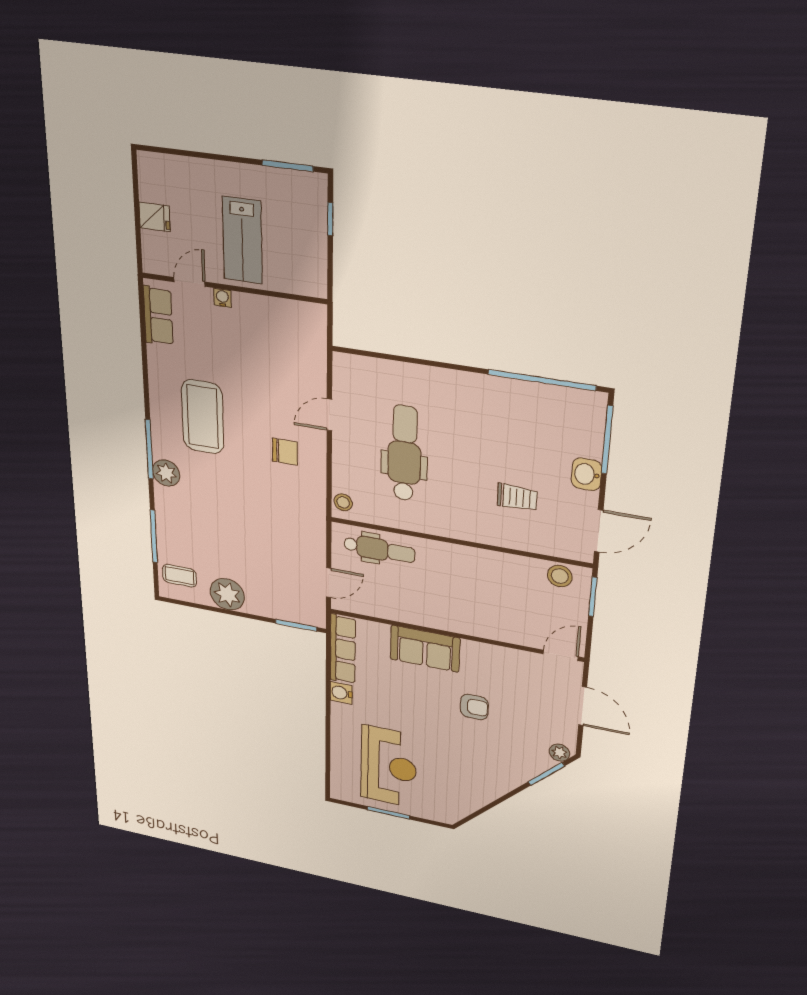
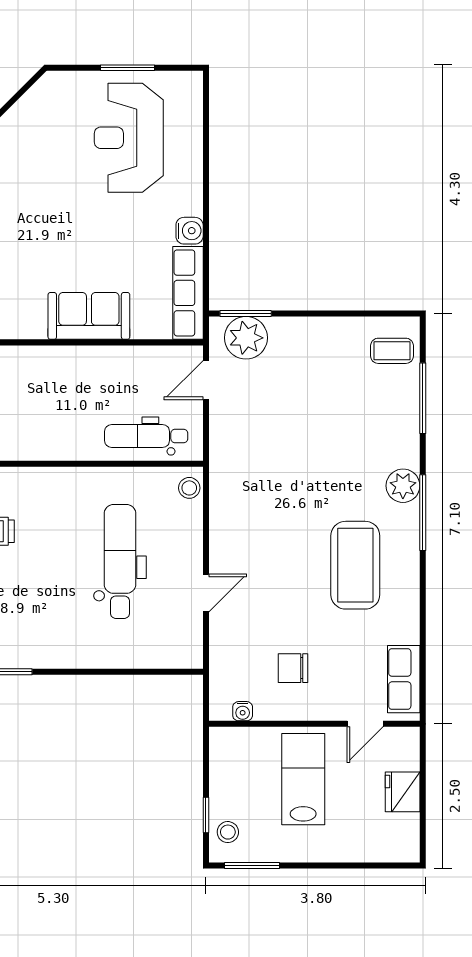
stool: (310, 200) -> (228, 832), added
fridge: (154, 217) -> (403, 792), width x1.38
water cooler: (222, 298) -> (243, 711), moved
chair: (285, 452) -> (293, 668), moved
dental chair: (404, 453) -> (120, 561), turned 180
plant: (227, 594) -> (246, 338), moved
armchair: (474, 707) -> (27, 249), removed

